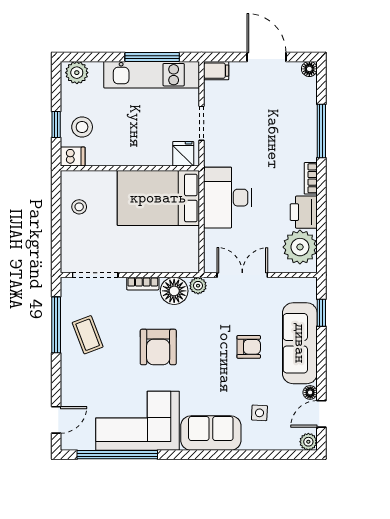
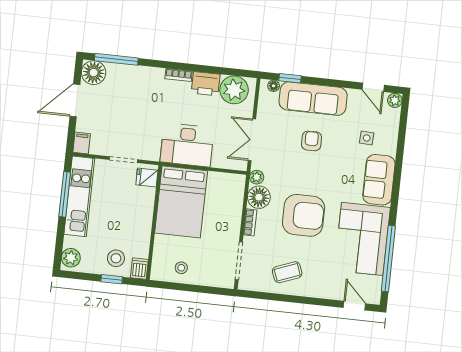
floor lamp: (309, 69) -> (94, 73), width x1.89, depth x1.89
window: (321, 131) -> (116, 59), moved
window: (56, 325) -> (276, 297), removed
armchair: (158, 347) -> (304, 215), width x1.36, depth x1.36
floor lamp: (310, 392) -> (274, 86), moved

